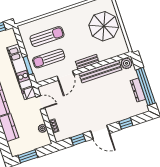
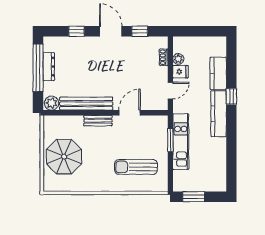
sun lounger: (49, 58) -> (143, 140), removed
fridge: (29, 93) -> (180, 72), moved
door: (40, 103) -> (170, 91), swing flipped
window: (28, 156) -> (207, 31), removed

